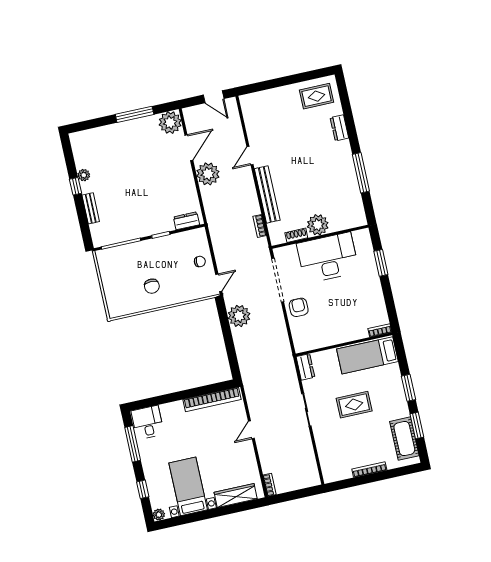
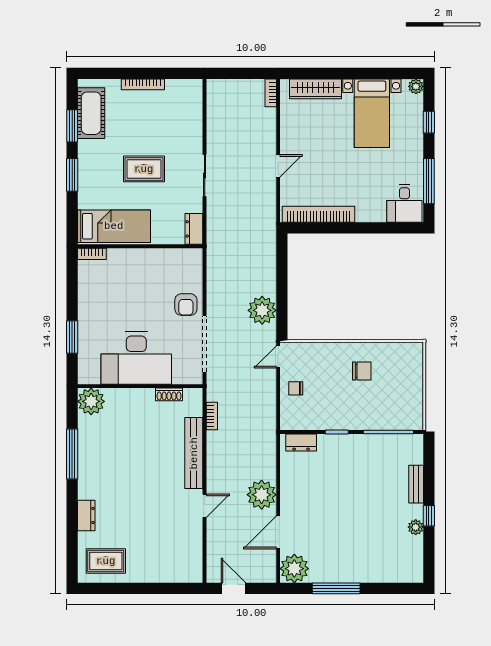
plant: (318, 225) -> (91, 401), moved
chair: (152, 286) -> (362, 371), turned 90

